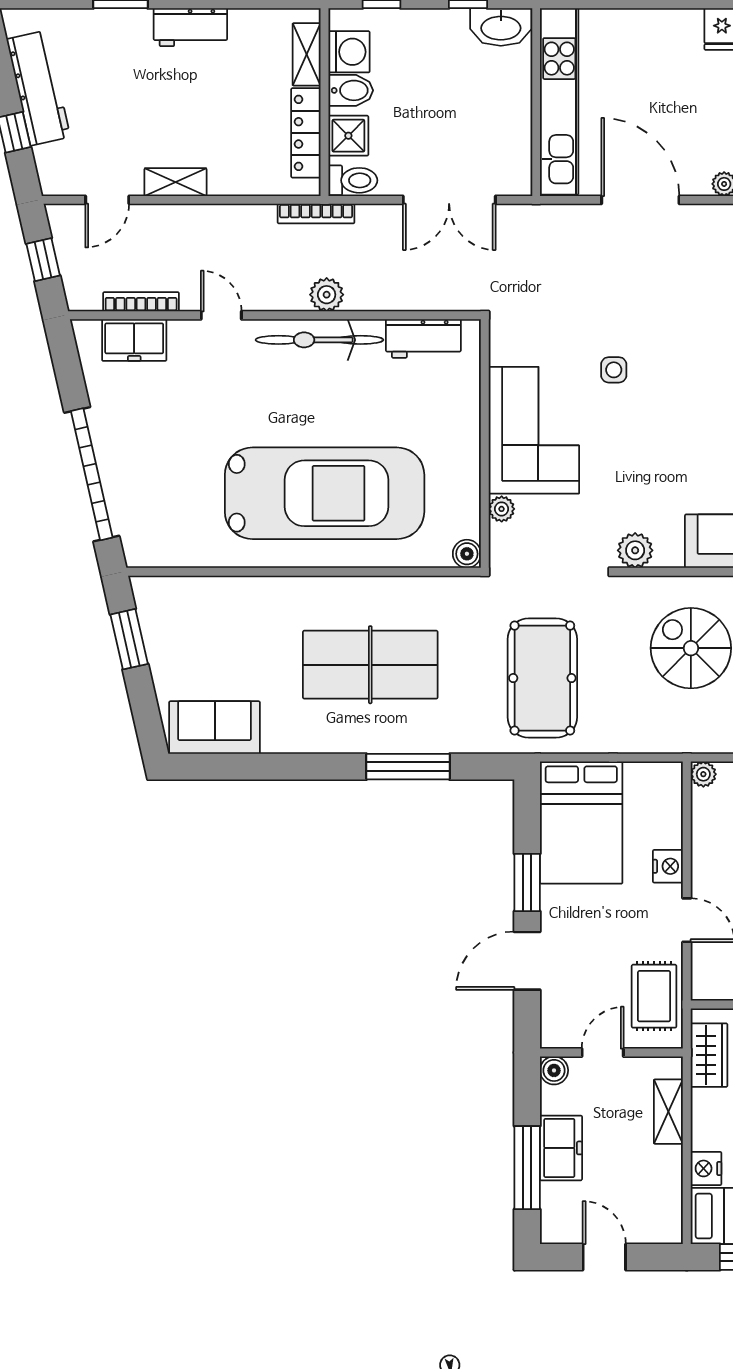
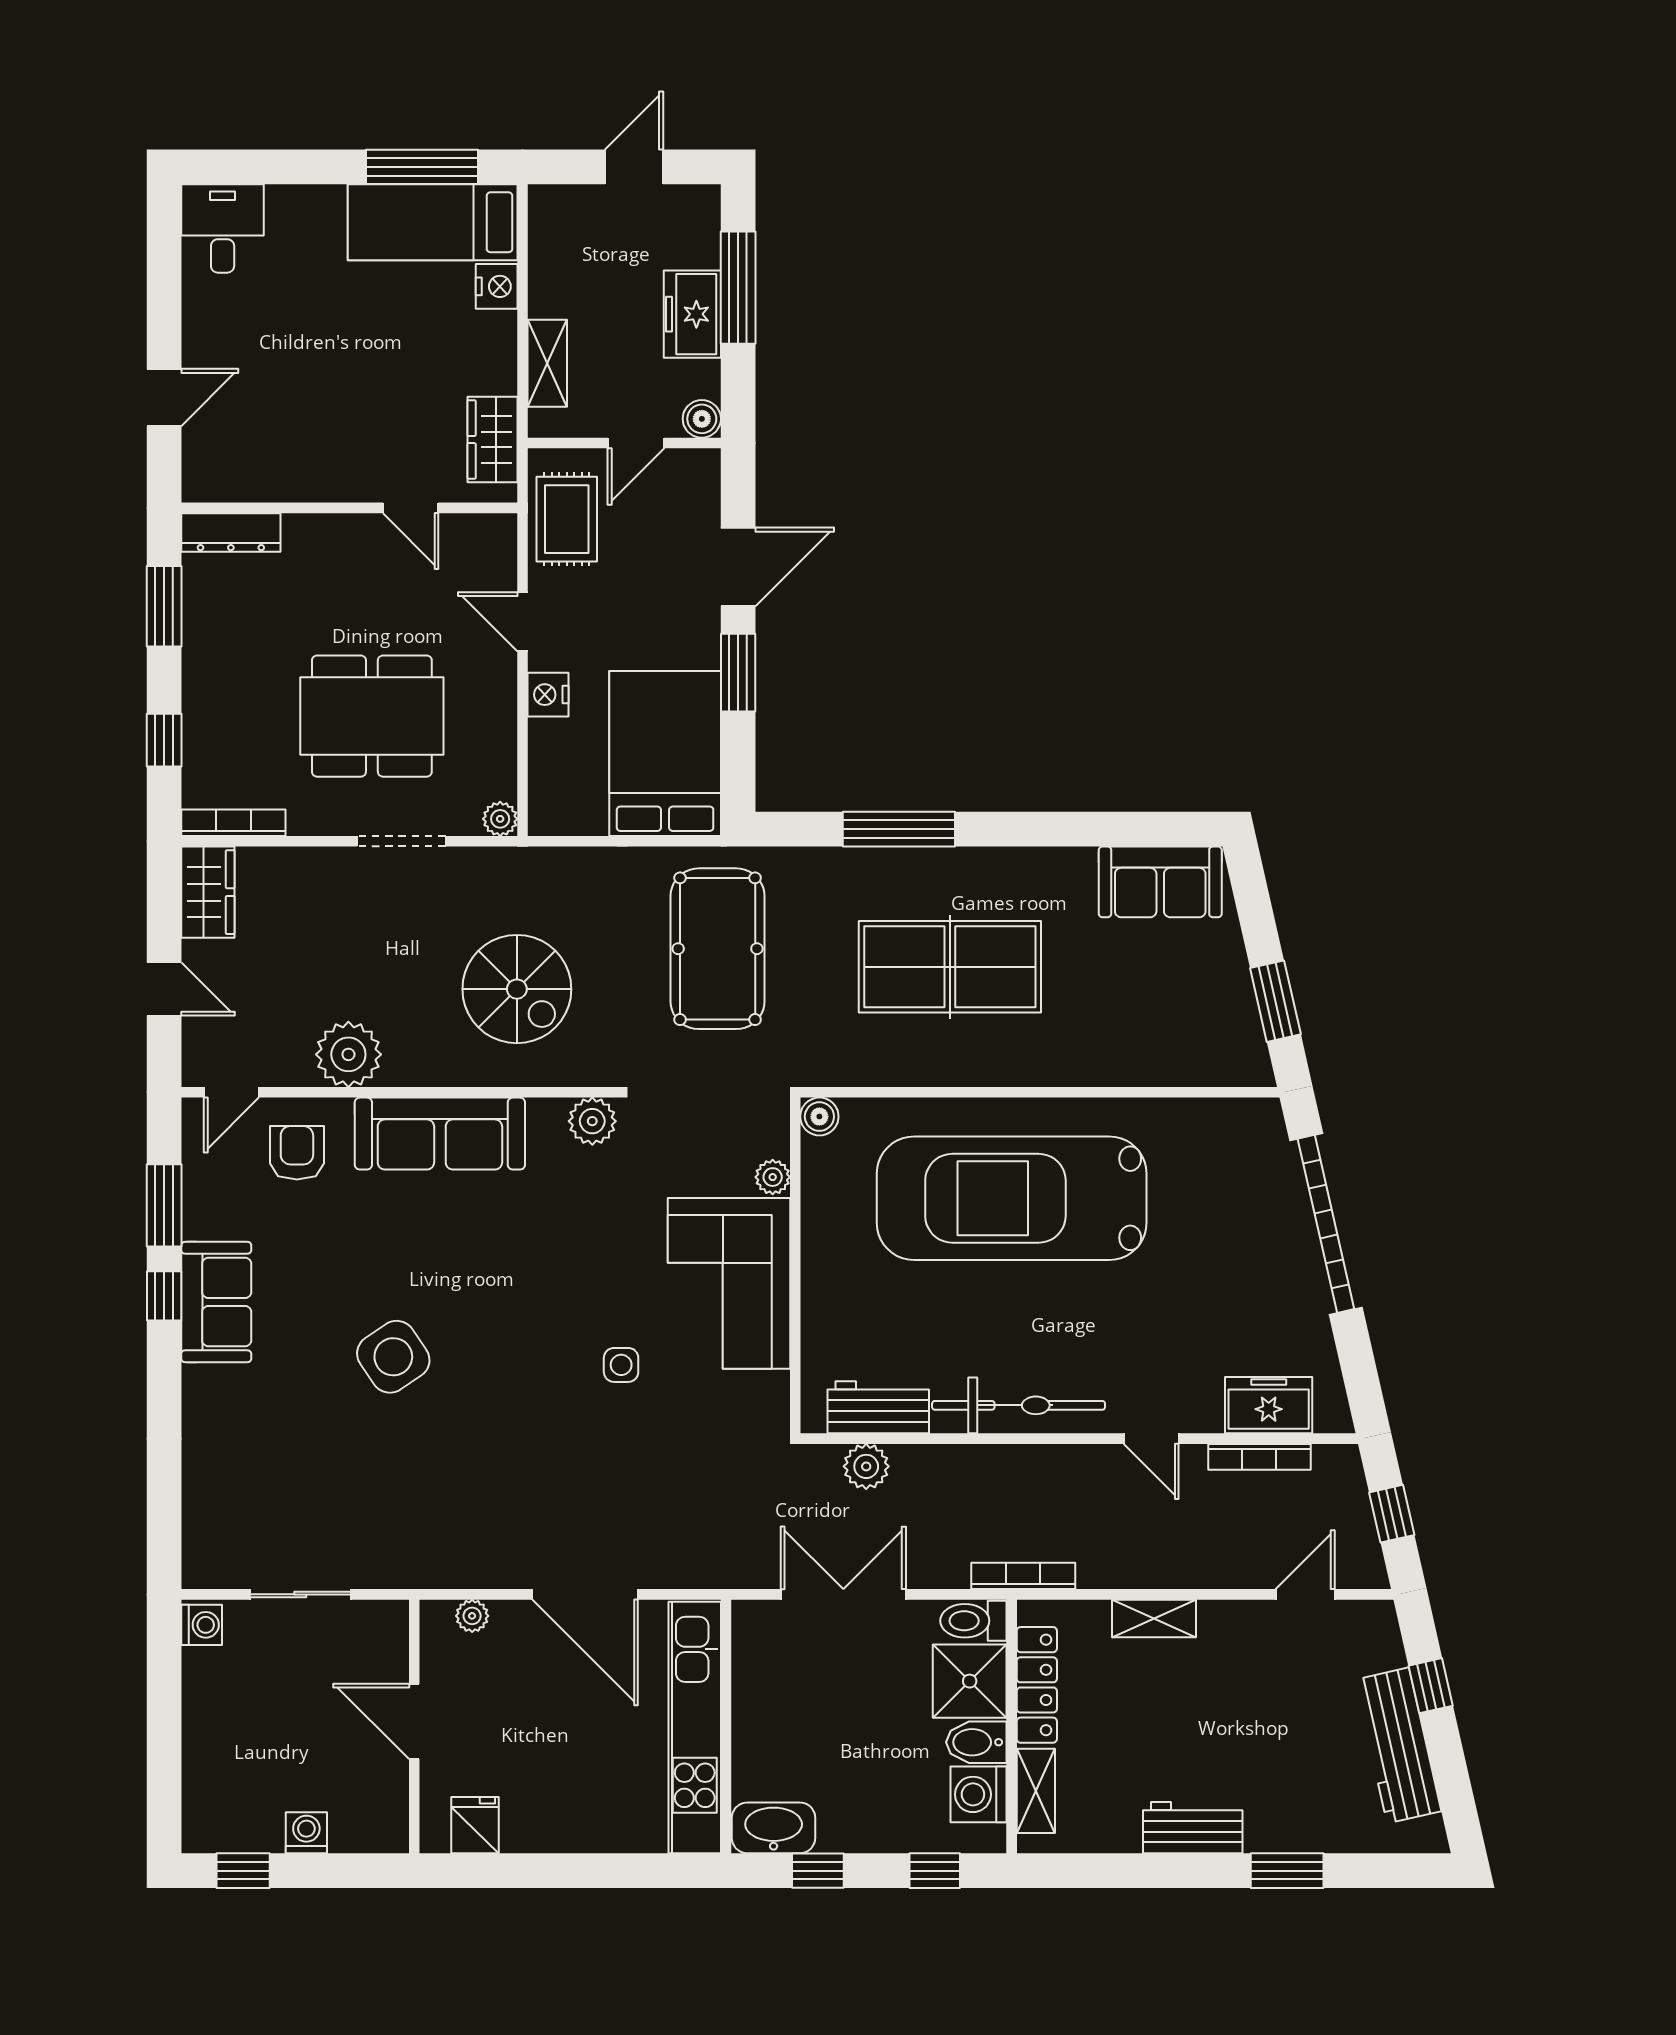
shower: (348, 136) -> (970, 1681), width x1.36, depth x1.36
shelving: (175, 182) -> (1154, 1618), moved
plant: (327, 295) -> (866, 1466), moved
door: (604, 1257) -> (634, 167), swing flipped

